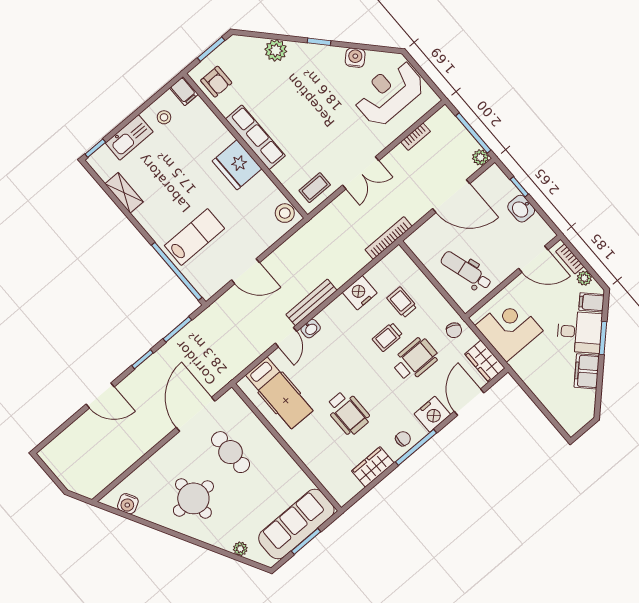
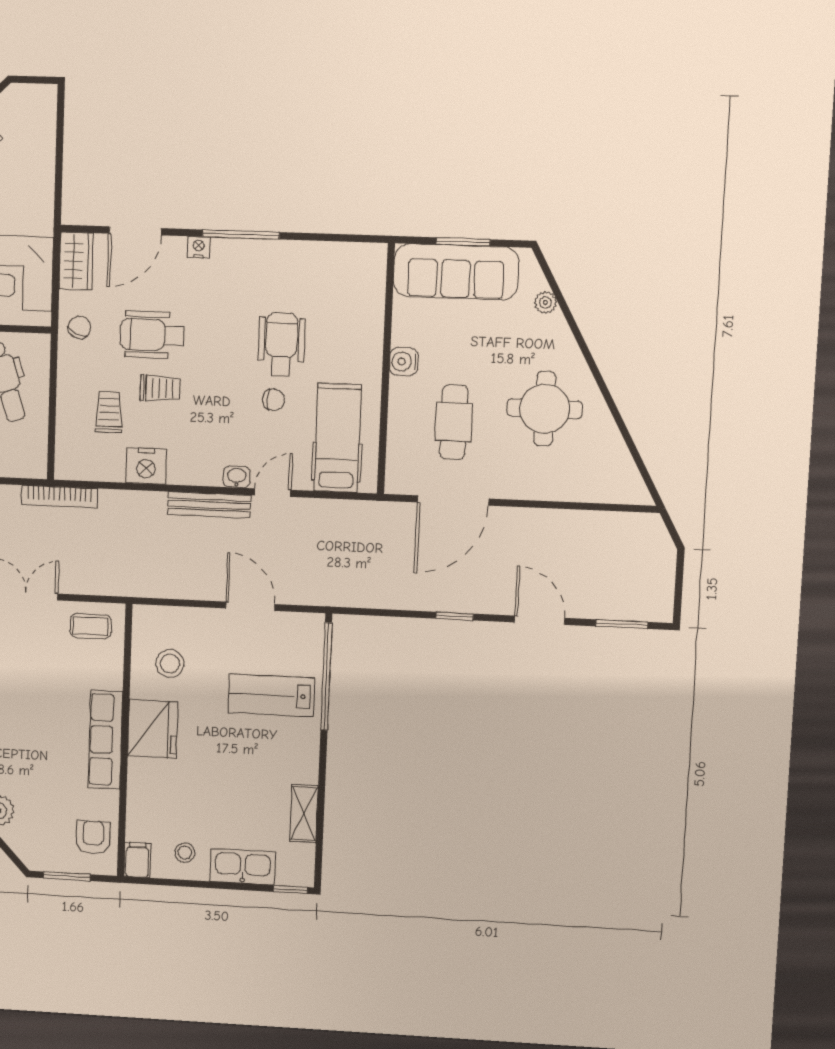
stool: (285, 213) -> (170, 664), moved
trolley: (402, 302) -> (109, 412), turned 180
window: (177, 329) -> (622, 624), moved
nightstand: (432, 414) -> (199, 247), width x0.53, depth x0.56
chair: (403, 439) -> (274, 400), moved, turned 180
wardrobe: (373, 467) -> (310, 257), removed
water cooler: (128, 504) -> (404, 362), moved, turned -151

